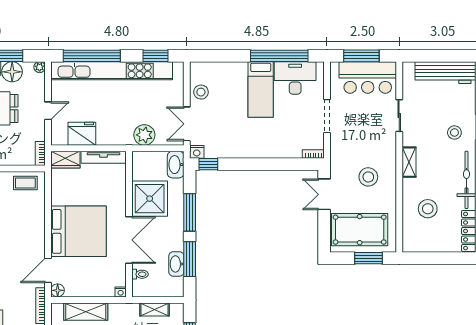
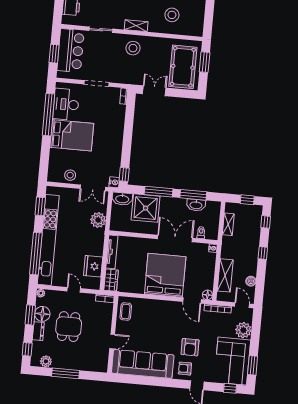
window: (361, 56) -> (54, 54), width x0.69
bed: (261, 89) -> (72, 135), width x1.50
stool: (368, 177) -> (133, 48), moved
double door: (324, 194) -> (154, 91), swing flipped
shower: (150, 199) -> (146, 208), moved

